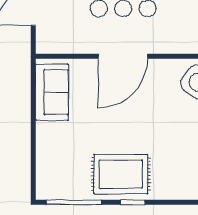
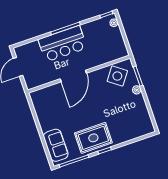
sofa: (52, 92) -> (56, 145), moved

